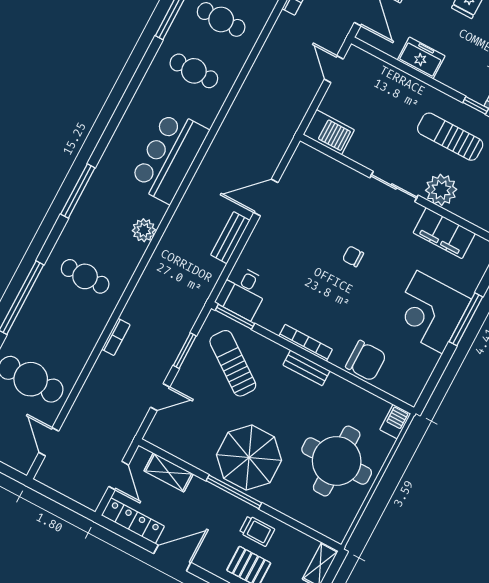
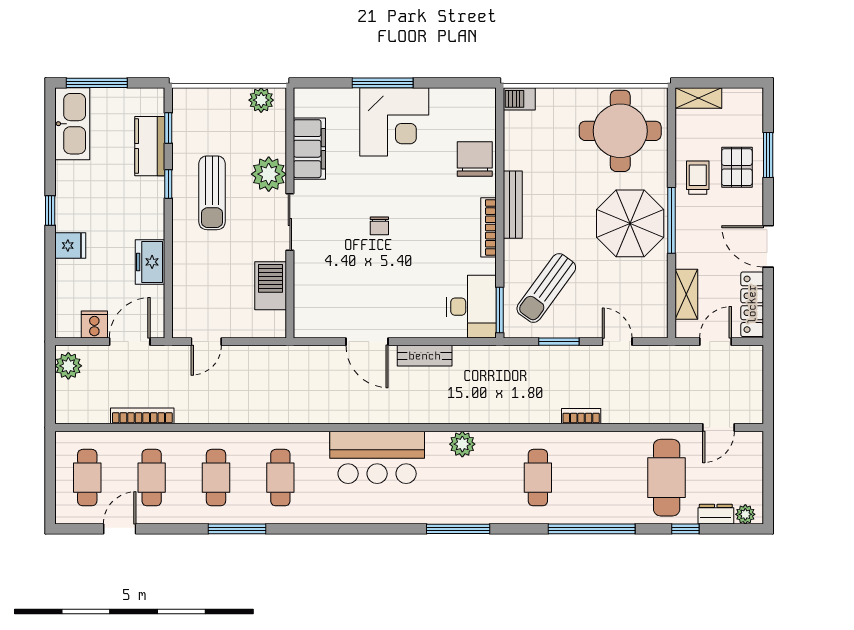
barbecue: (329, 132) -> (271, 286), moved
desk: (243, 292) -> (472, 307), width x1.37
bench: (306, 368) -> (513, 205), width x1.36
round table: (337, 461) -> (620, 131), moved

